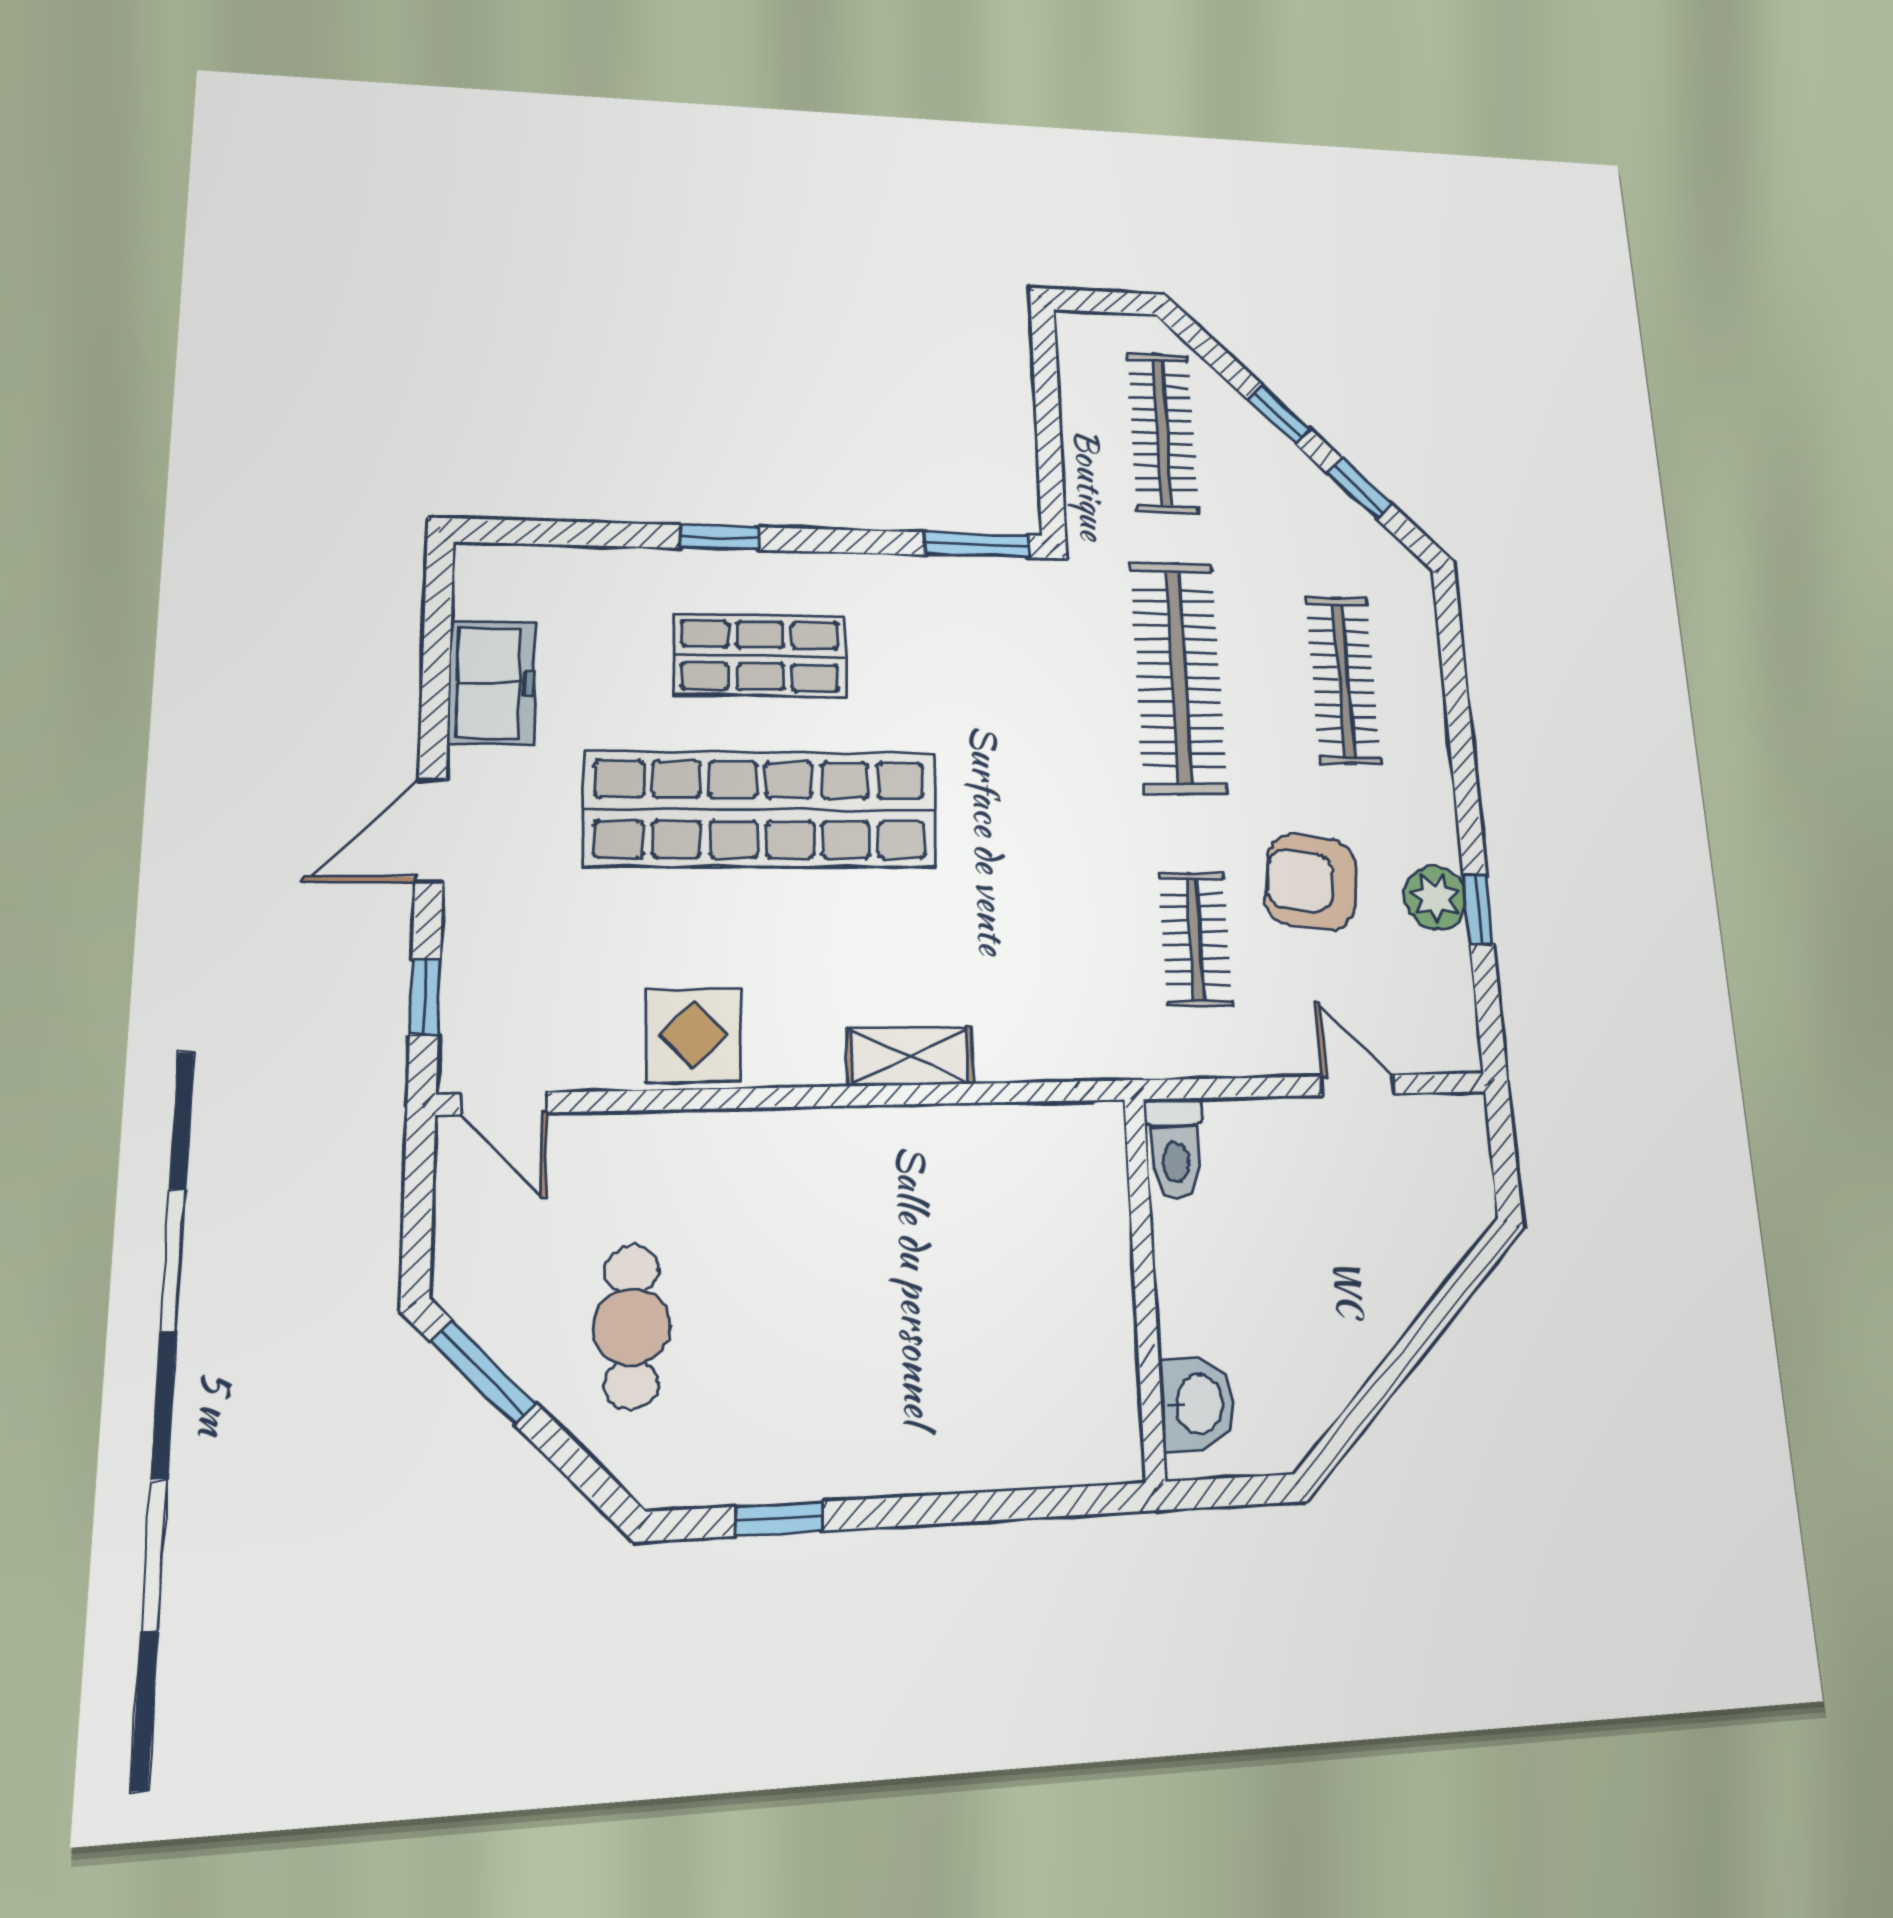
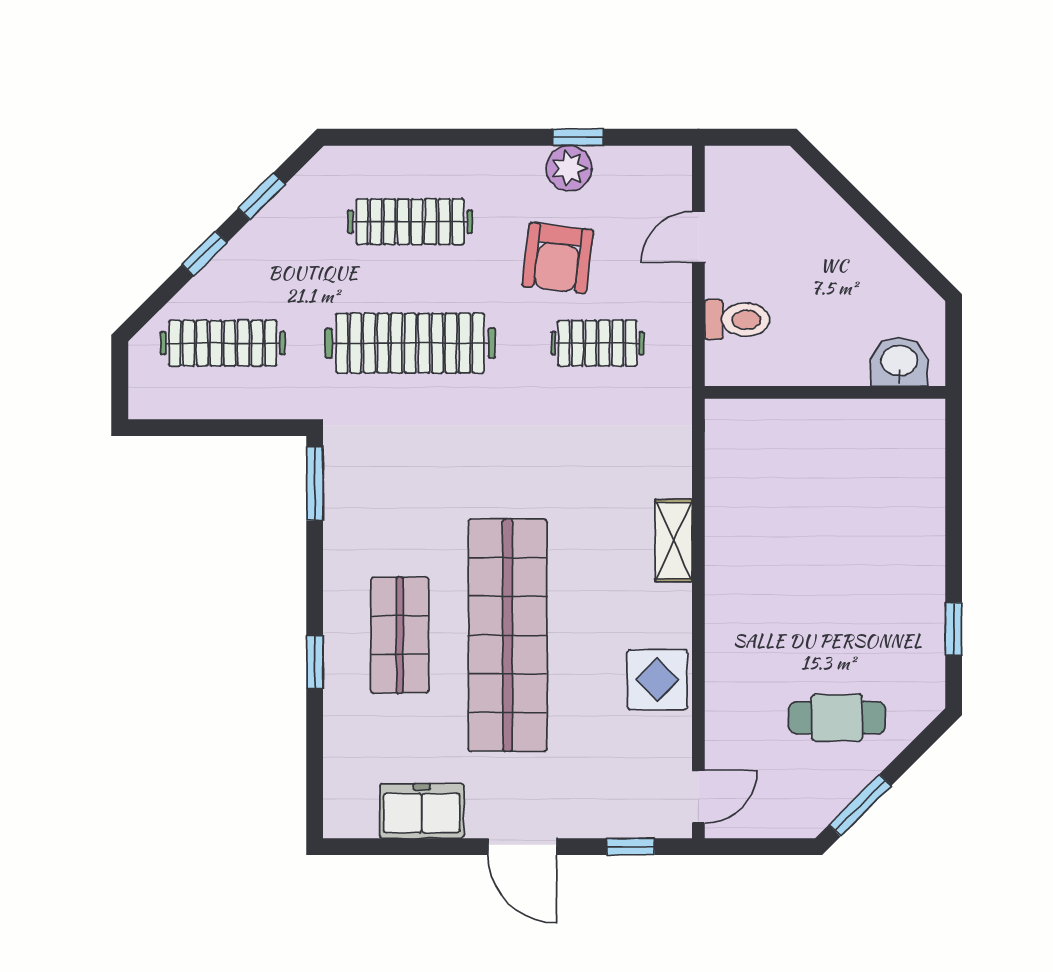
toilet: (1175, 1148) -> (737, 320), moved

